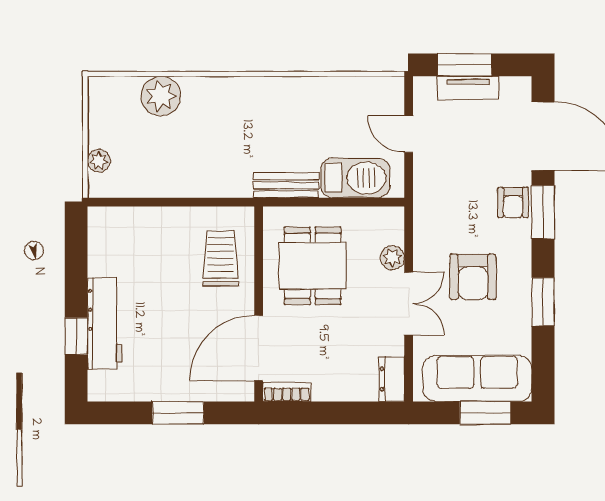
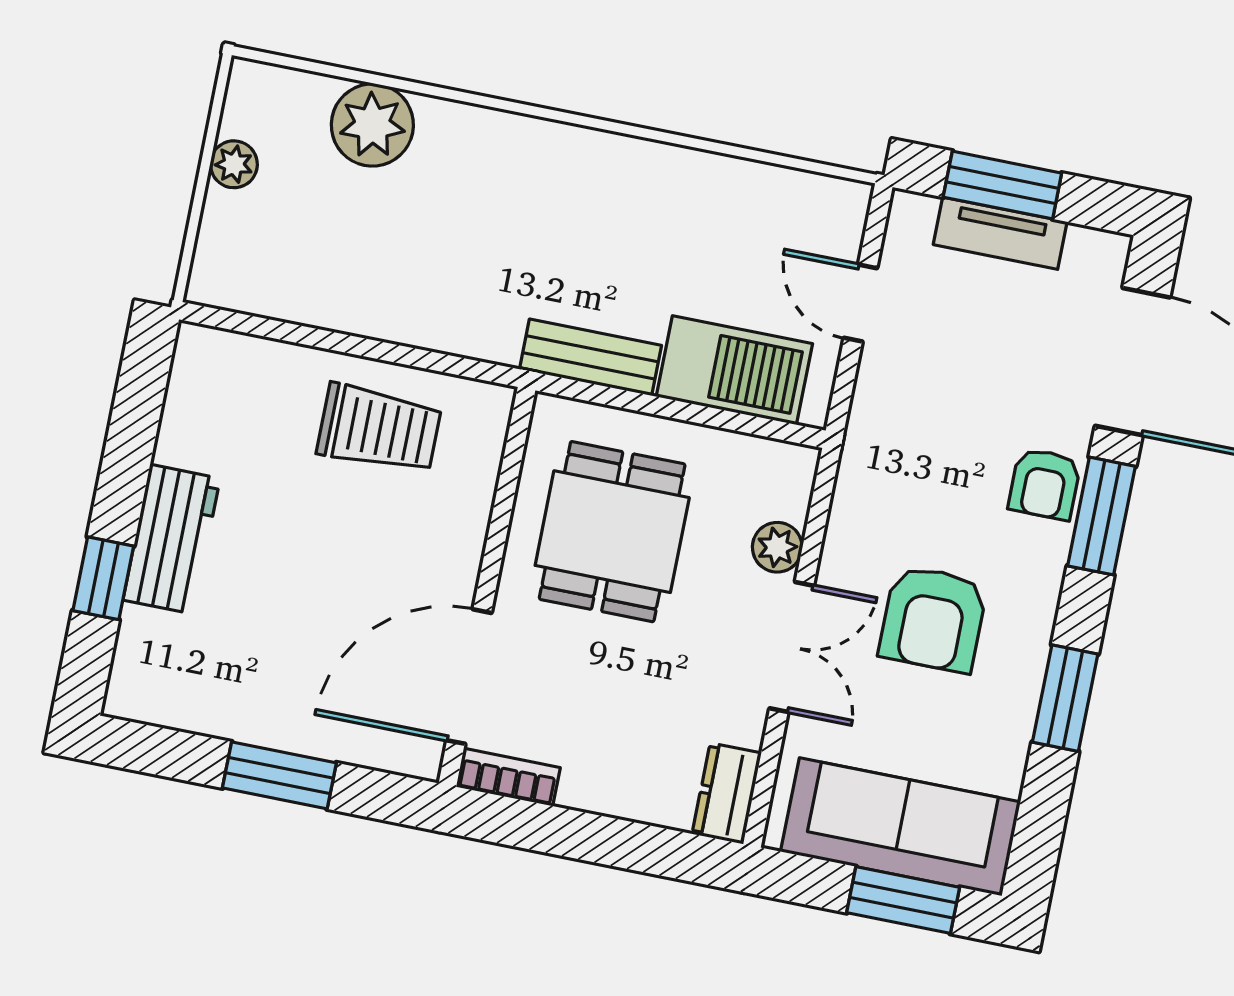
plant: (99, 161) -> (234, 164), moved
trolley: (221, 259) -> (379, 429), moved, turned 90
workbench: (105, 324) -> (172, 539), width x0.73

